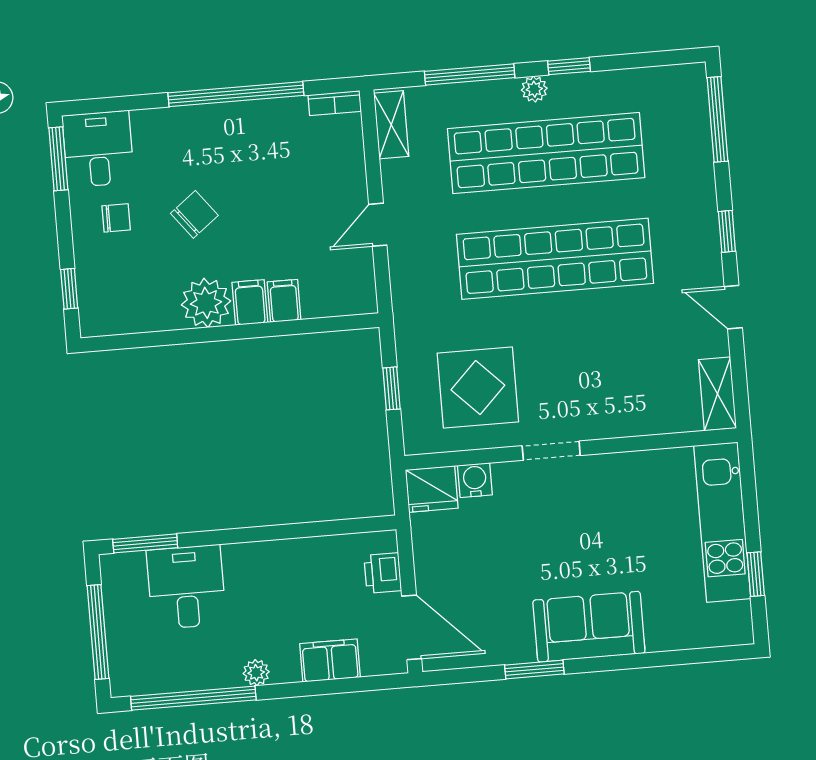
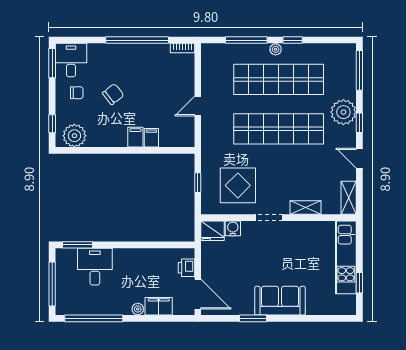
shelving: (391, 125) -> (306, 207), moved, turned 90
plant: (691, 211) -> (343, 112), added
plant: (206, 303) -> (74, 136), moved
plant: (256, 673) -> (138, 309), moved

